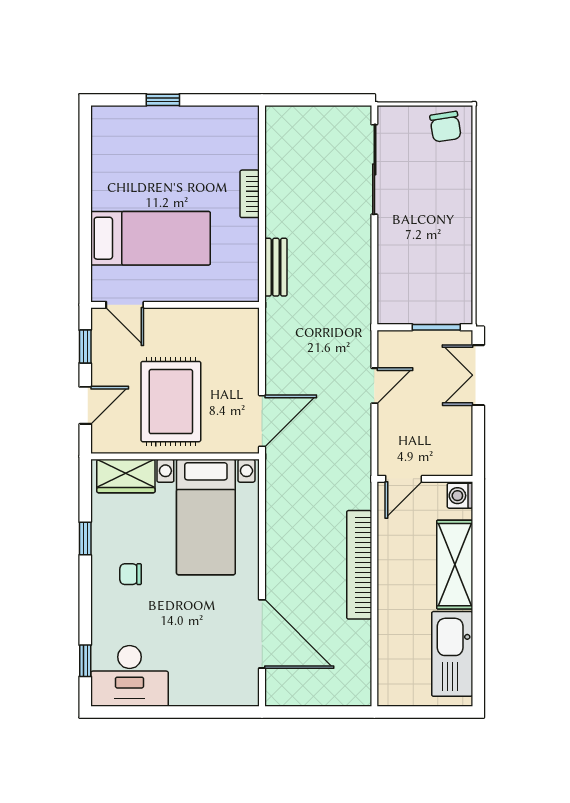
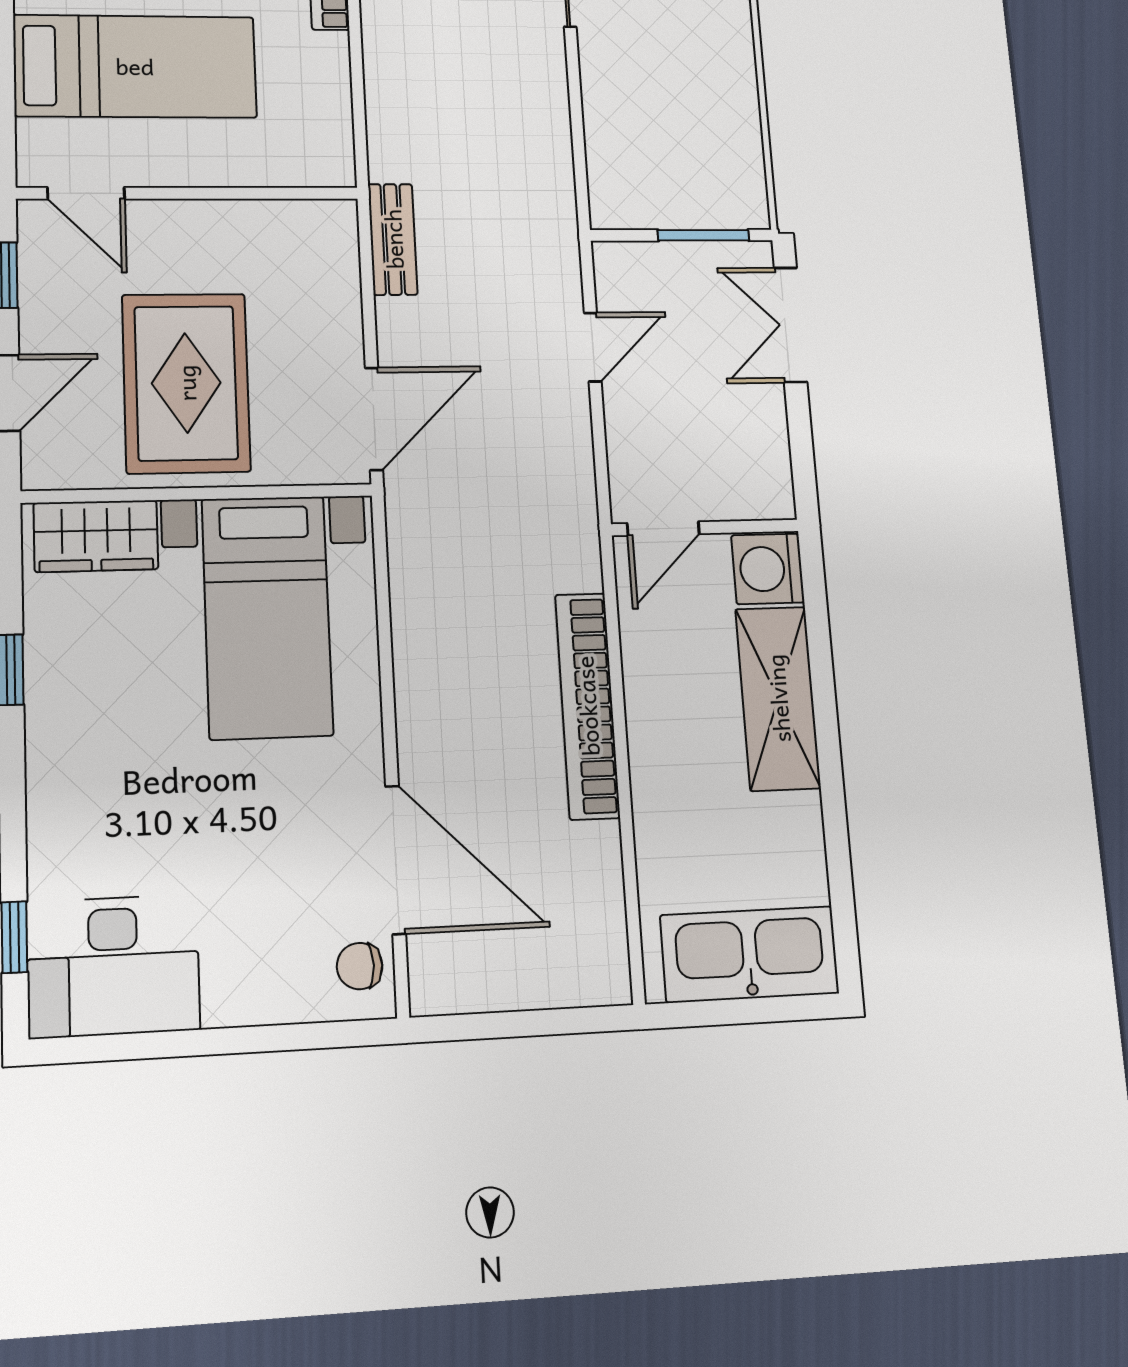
bench: (276, 267) -> (393, 239), moved
washing machine: (460, 496) -> (768, 569), width x1.38, depth x1.38
chair: (131, 574) -> (360, 966), moved
kitchen sink: (452, 654) -> (750, 954), moved, turned 90

